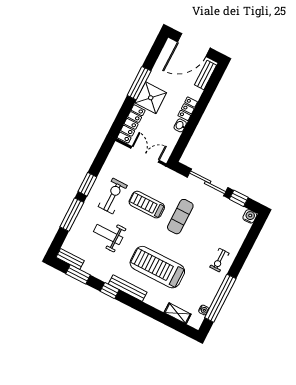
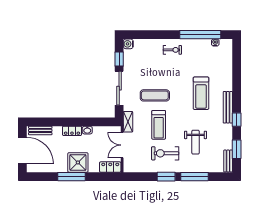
locker: (131, 124) -> (110, 167), width x0.66
treadmill: (157, 267) -> (201, 93), width x0.73, depth x0.73
shelving: (178, 313) -> (128, 122), moved

